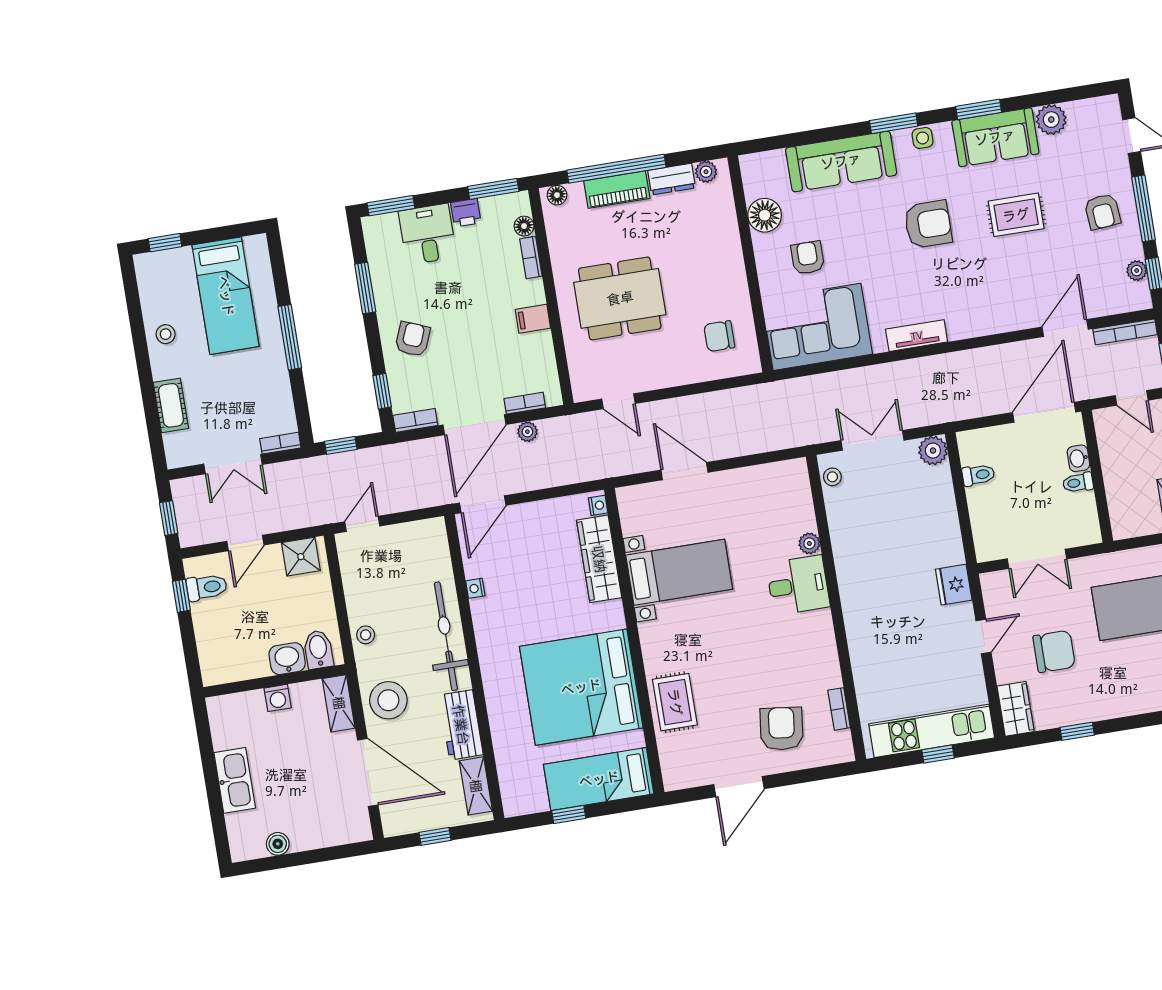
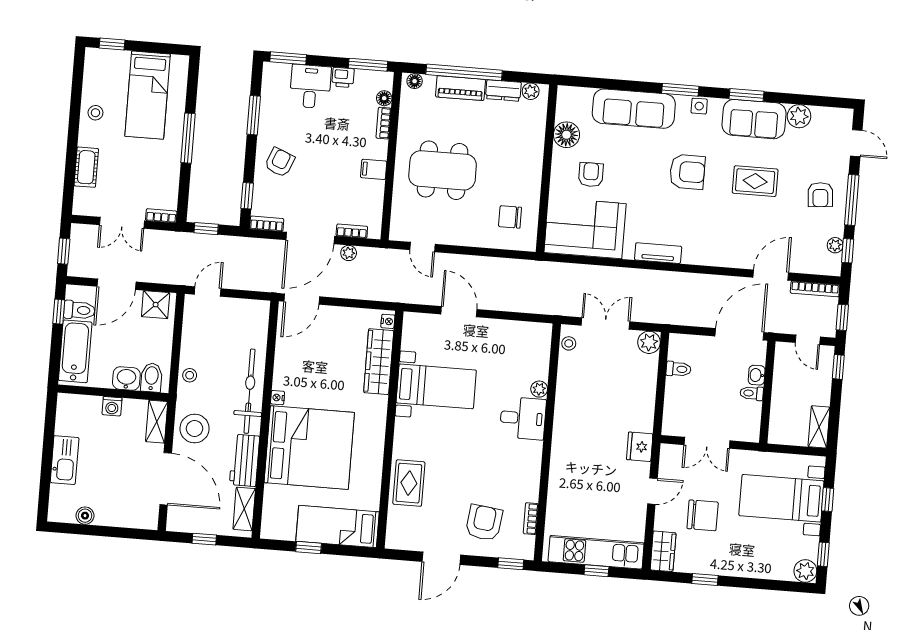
door: (245, 543) -> (116, 284), width x1.38
nightstand: (475, 588) -> (278, 398), moved
bathtub: (214, 640) -> (75, 351), added
bed: (581, 687) -> (309, 448), moved, turned 180
window: (828, 772) -> (511, 564), added

